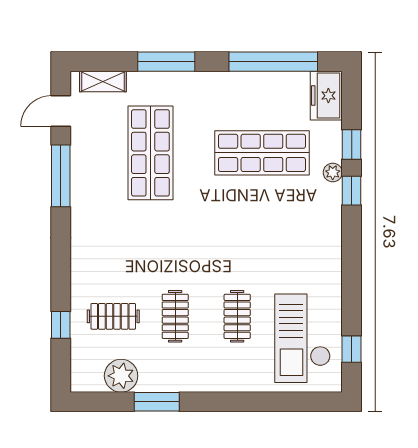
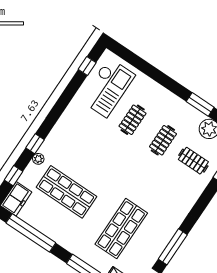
window: (352, 145) -> (14, 176), moved

